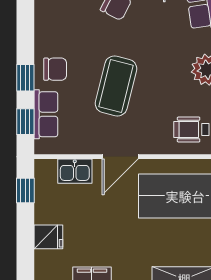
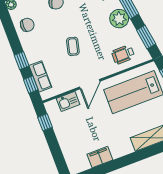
chair: (55, 69) -> (27, 25), moved
coffee table: (116, 86) -> (73, 46), width x0.54, depth x0.58
fridge: (48, 237) -> (67, 143), removed

